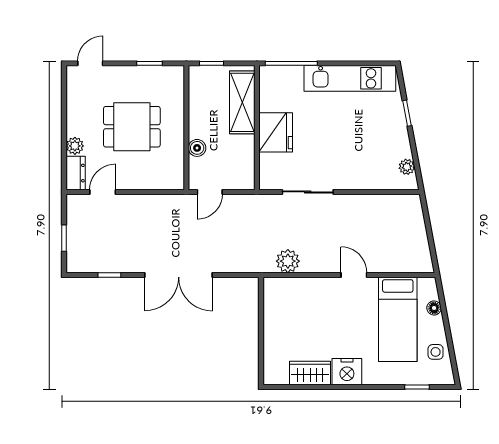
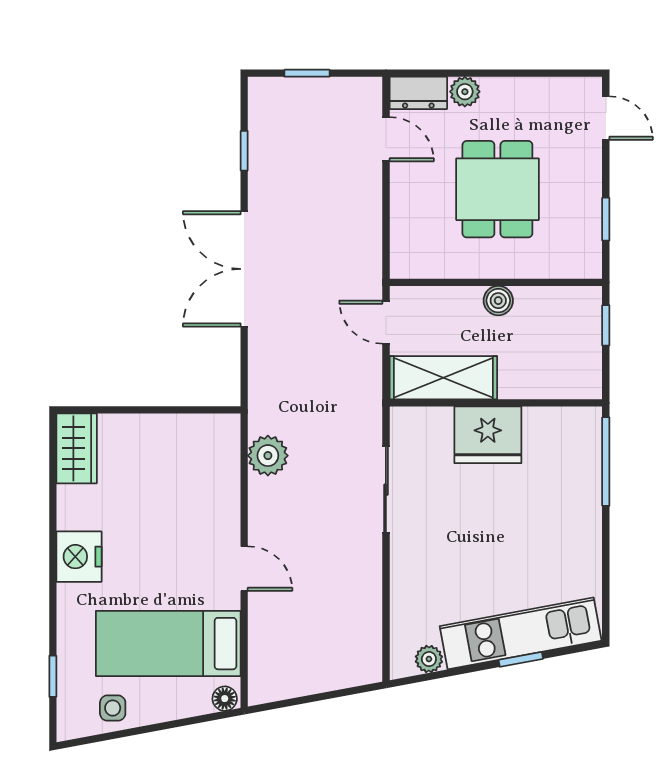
kitchen unit: (350, 78) -> (521, 633), moved, turned 79
shelving: (242, 102) -> (443, 378), moved
boiler: (197, 148) -> (498, 301), moved
door: (354, 275) -> (244, 569), hinge flipped
floor lamp: (434, 308) -> (225, 699), moved
wardrobe: (310, 373) -> (77, 448), moved

